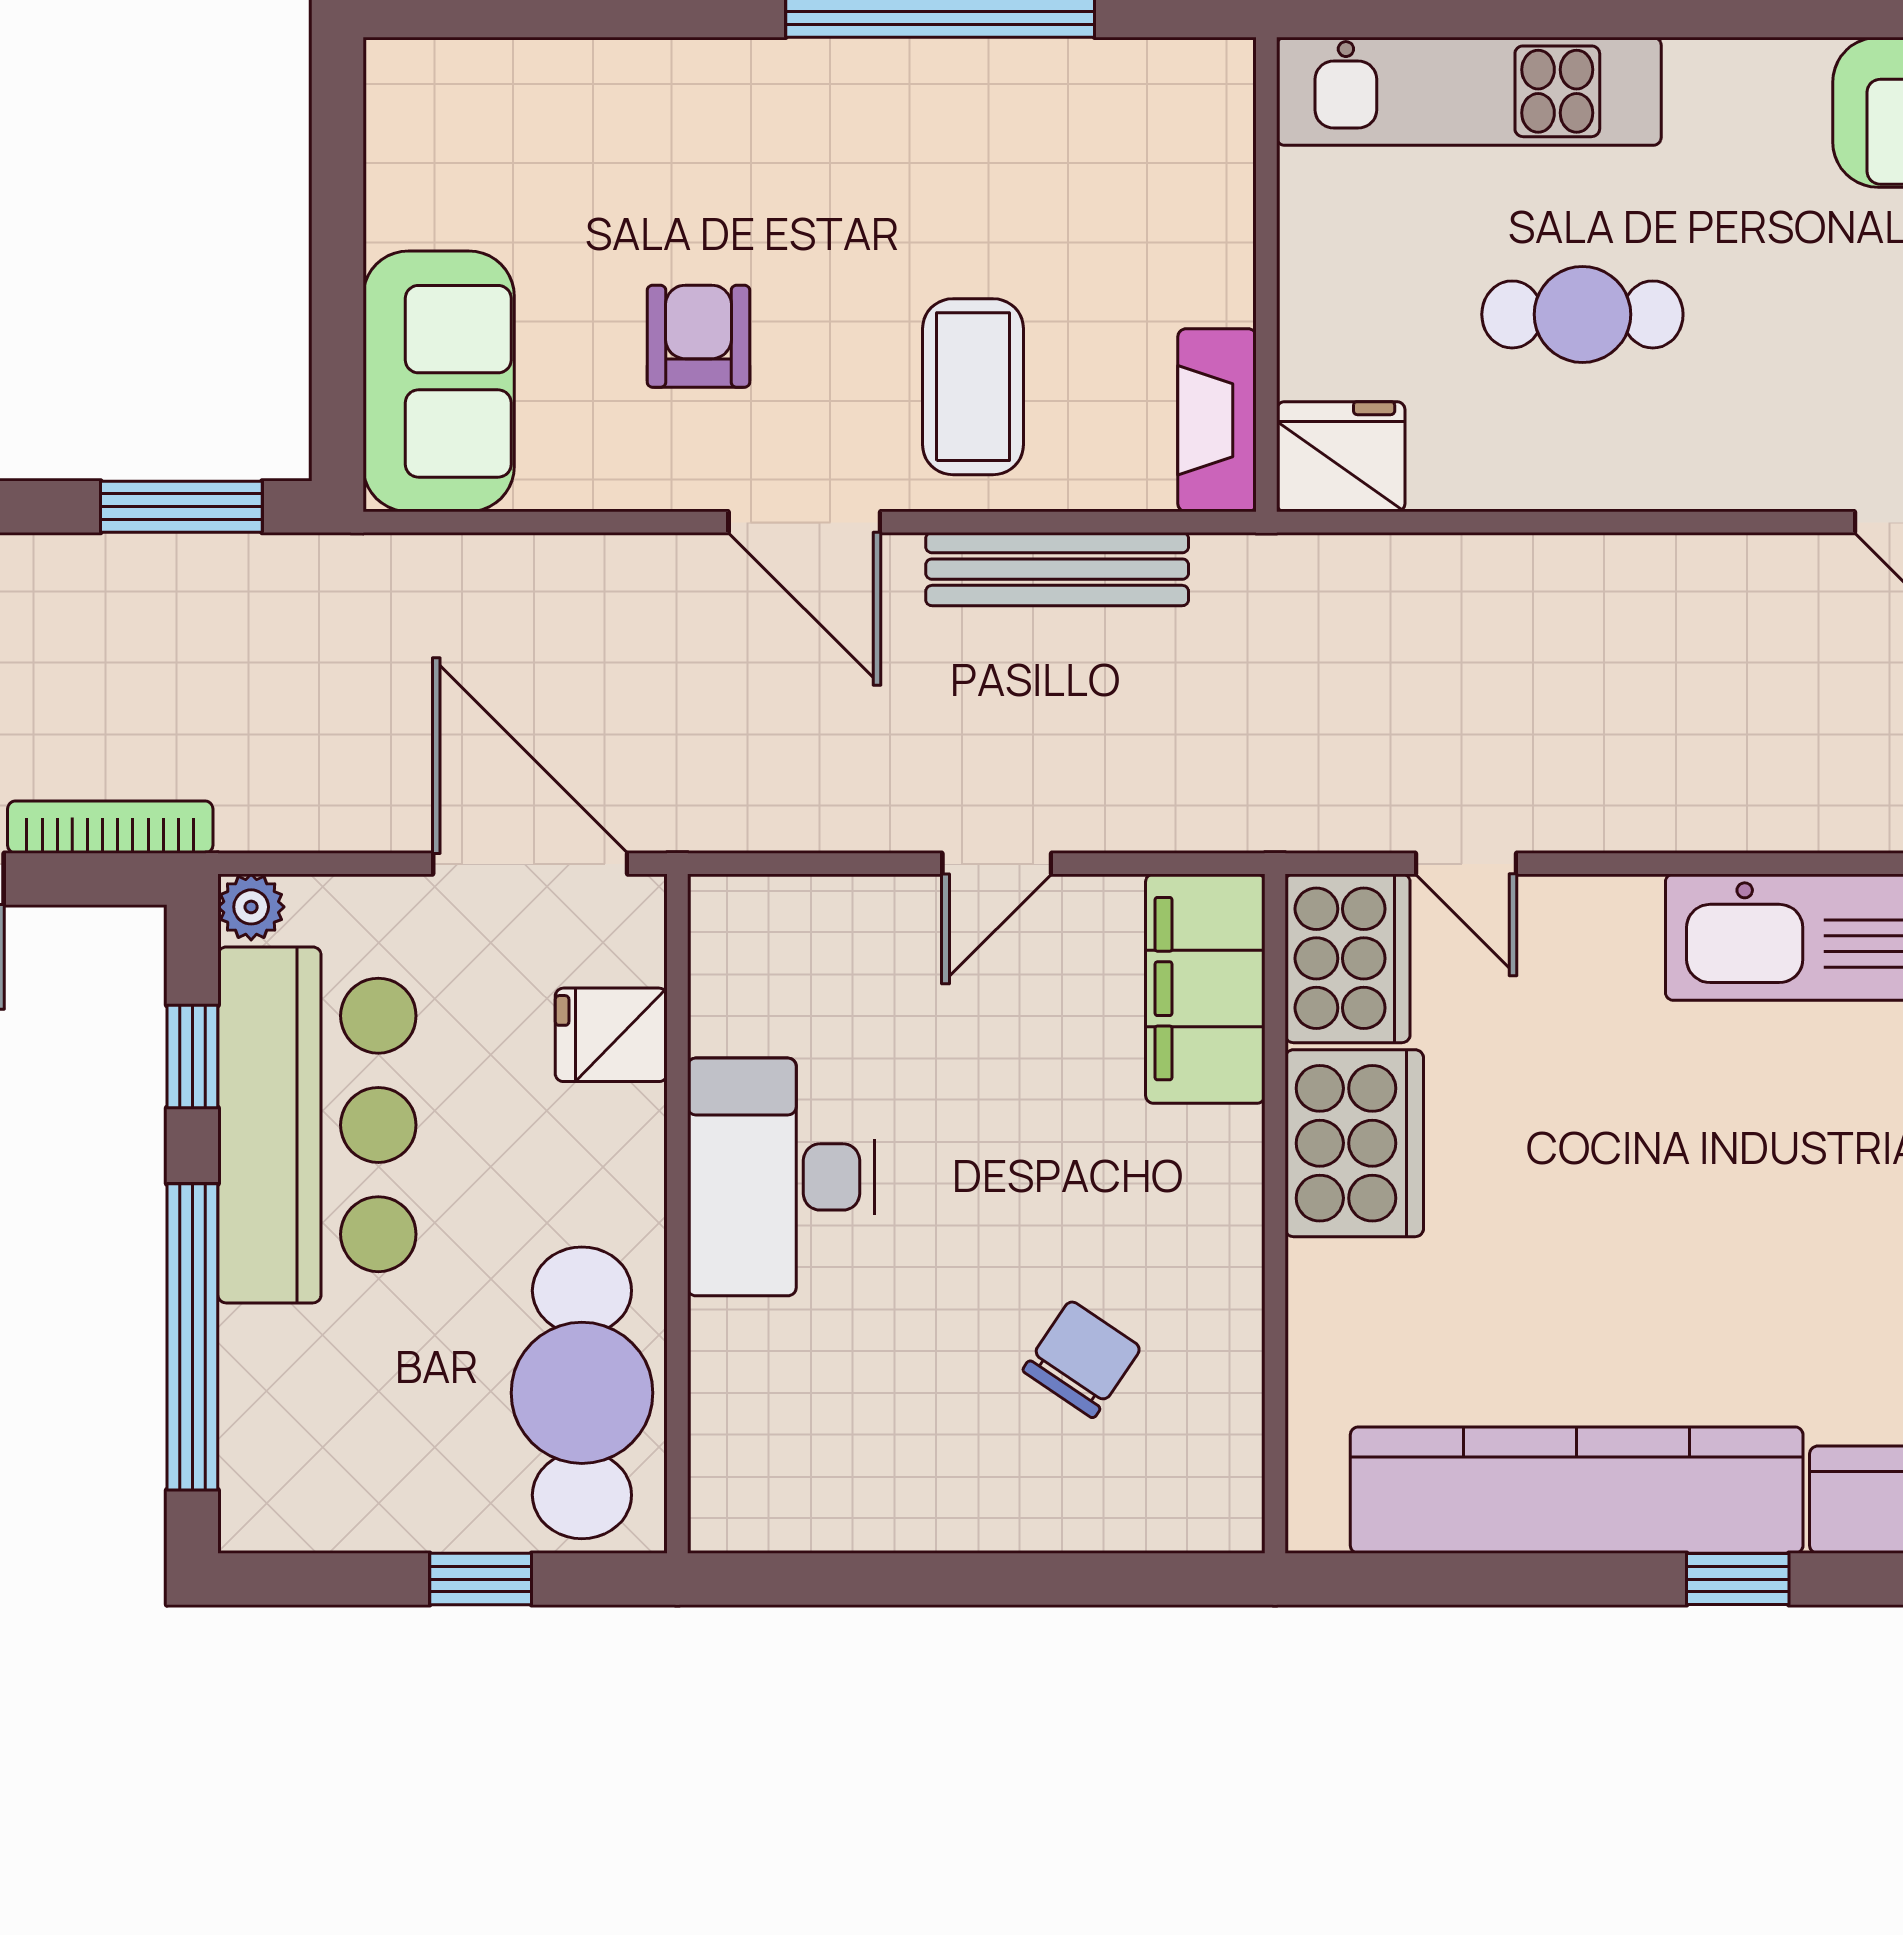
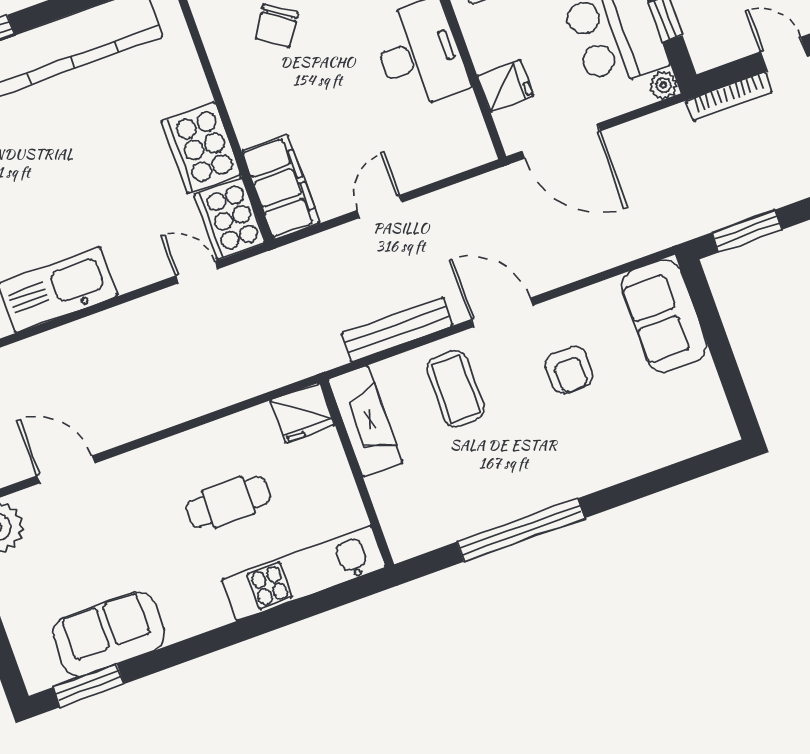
fireplace: (1217, 420) -> (365, 421), width x1.37, depth x1.32

